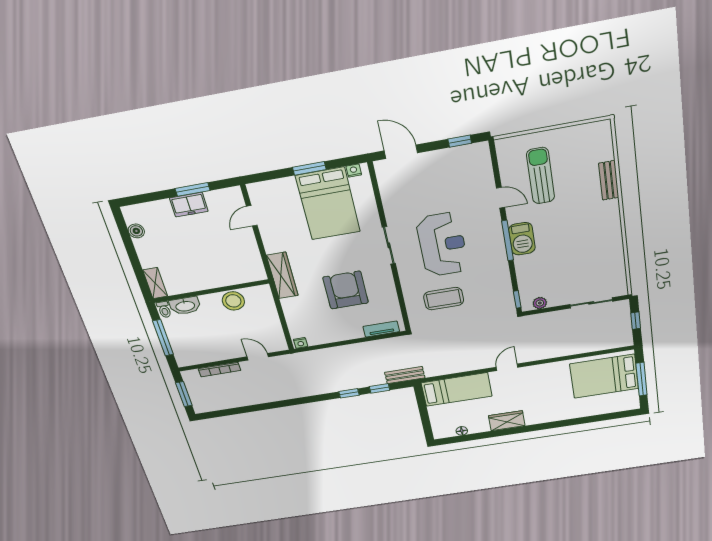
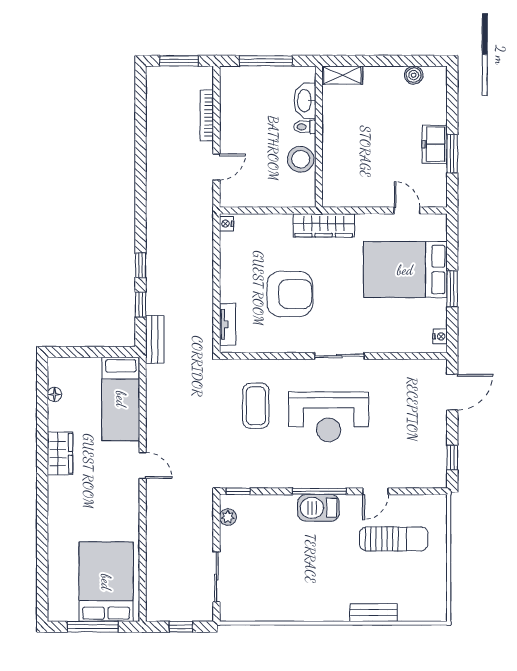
bed: (328, 204) -> (405, 270), moved
toilet: (164, 310) -> (305, 127), moved

